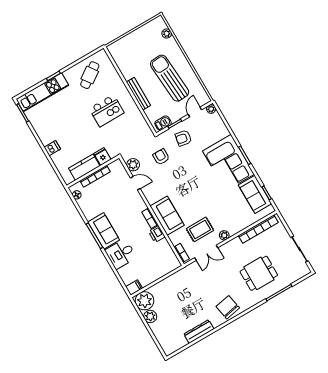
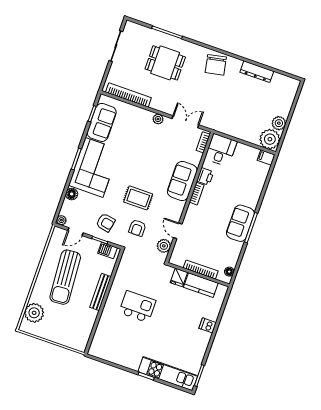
plant: (167, 34) -> (34, 313), width x1.87, depth x1.87
cafe table: (90, 75) -> (120, 346), removed
floor lamp: (223, 131) -> (72, 194), added
rug: (200, 229) -> (138, 198), moved
desk: (121, 254) -> (221, 150), moved, turned -90

